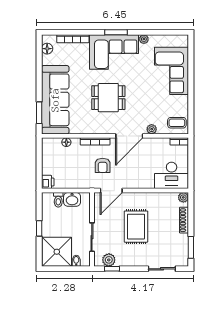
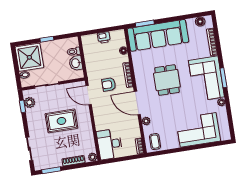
printer: (48, 182) -> (104, 38), moved

